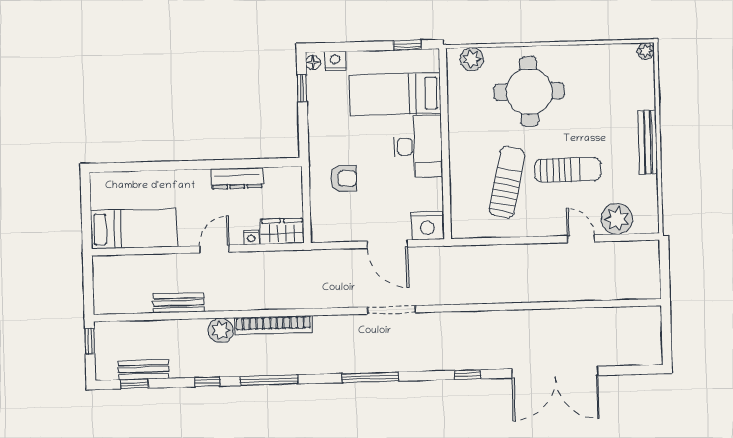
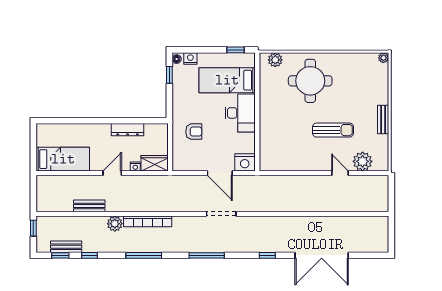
bench: (648, 142) -> (383, 120), width x0.73
sun lounger: (507, 182) -> (295, 137), removed
window: (207, 382) -> (89, 255), moved

